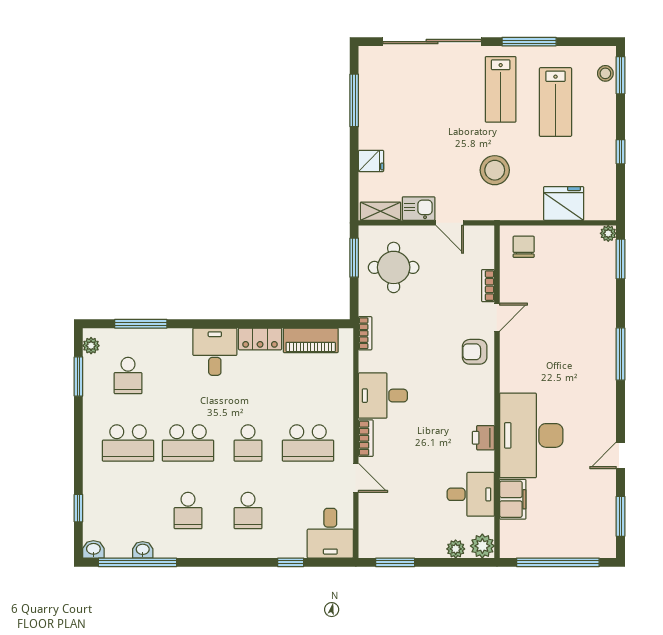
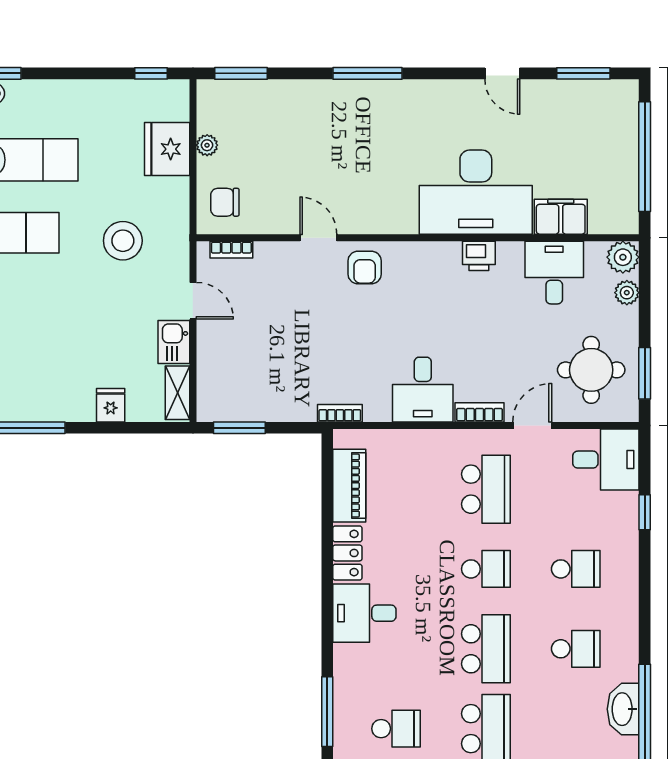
window: (621, 152) -> (151, 73), moved
door: (450, 223) -> (193, 301), hinge flipped
plant: (608, 233) -> (207, 145), moved
round table: (394, 267) -> (591, 370), moved
bookcase: (488, 286) -> (231, 250), moved
washbasin: (143, 550) -> (623, 709), width x1.91, depth x1.45

